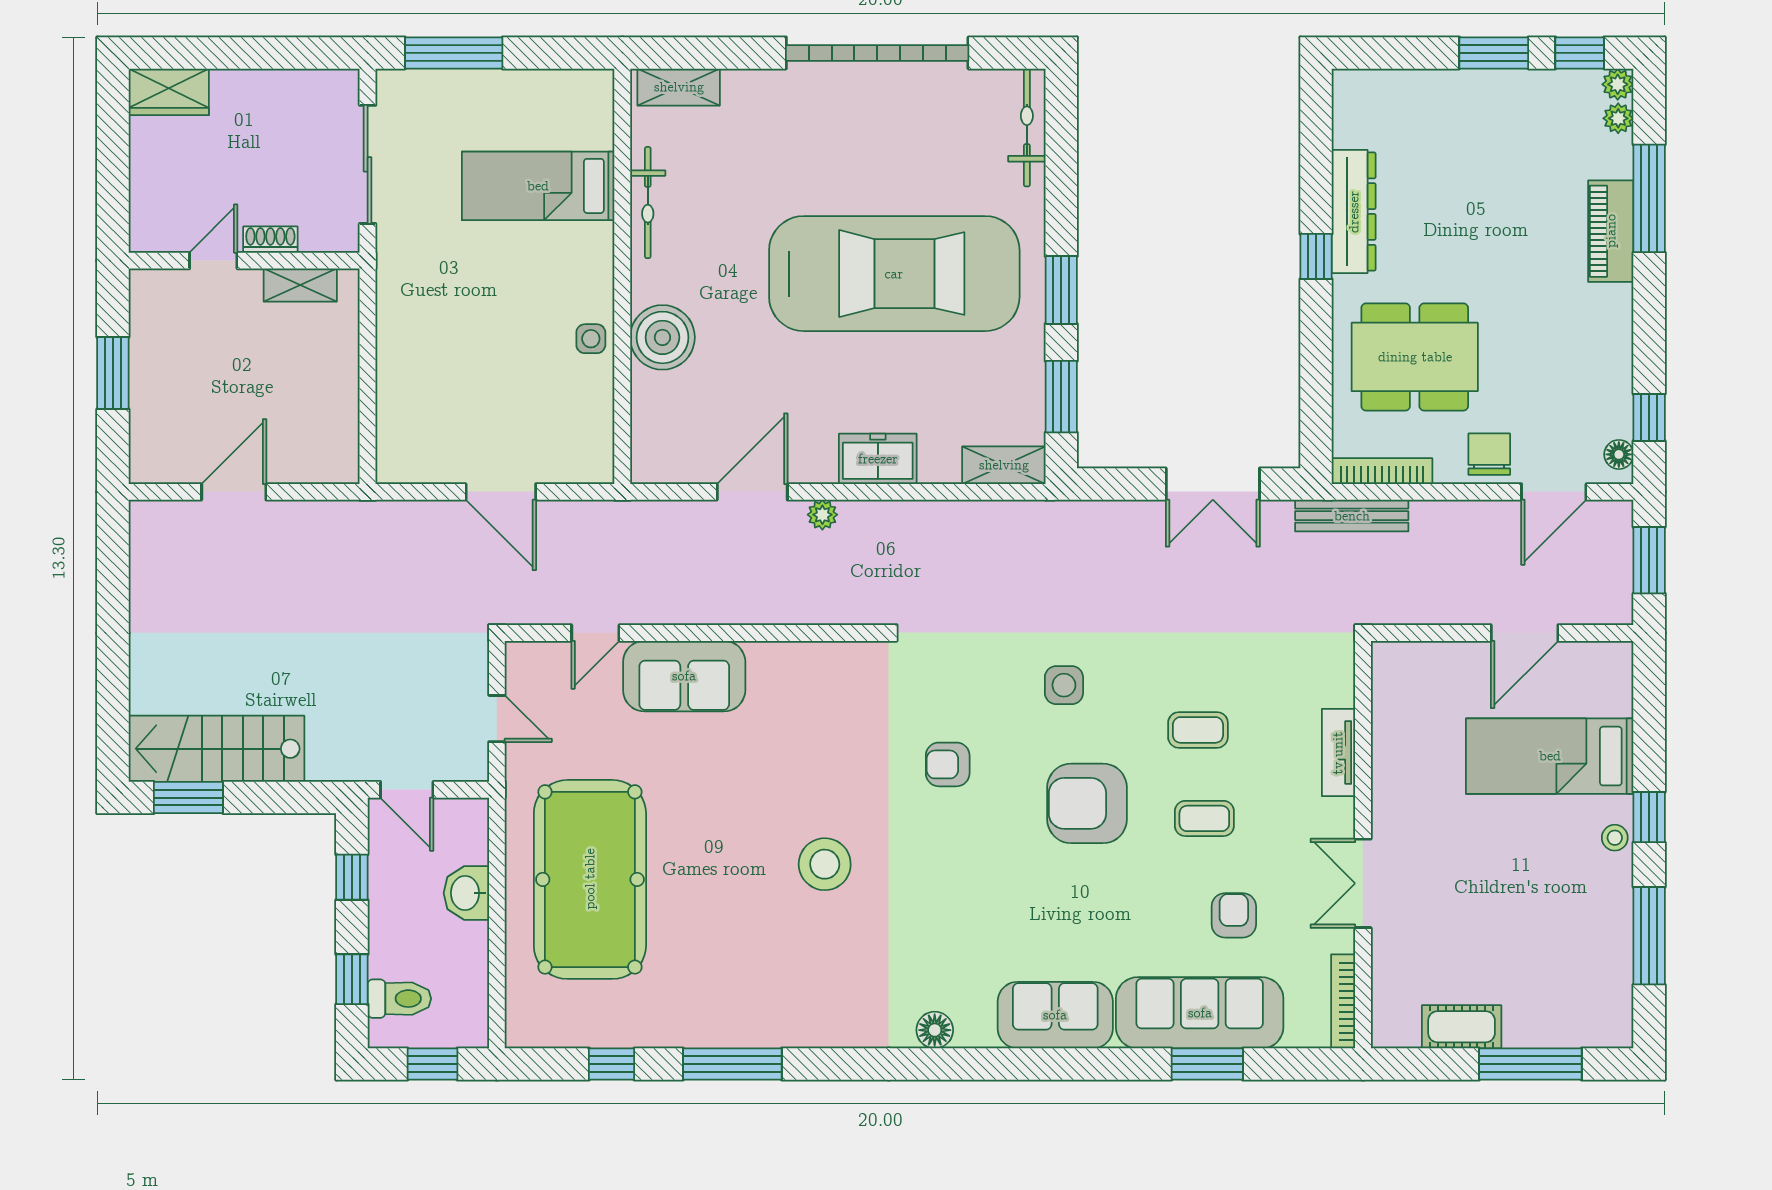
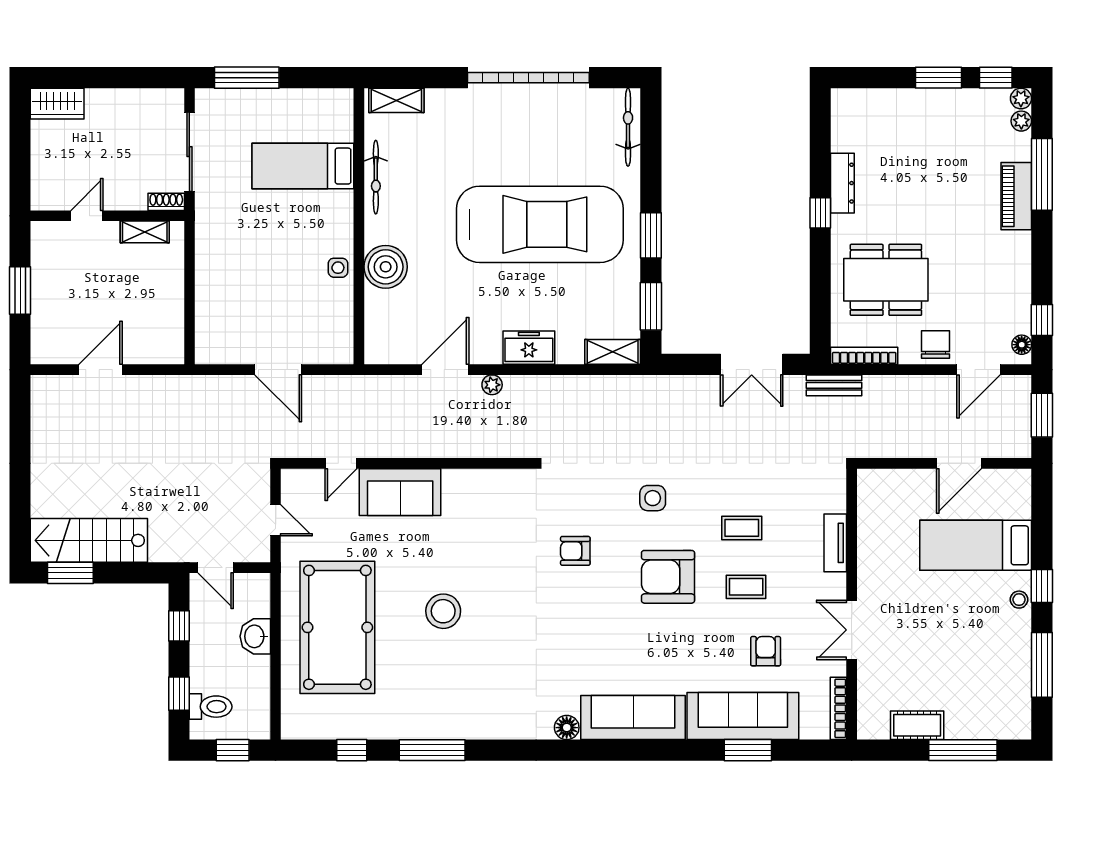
dresser: (1354, 212) -> (842, 183), width x0.73, depth x0.80
shoe rack: (270, 240) -> (166, 202), moved
bench: (1352, 516) -> (834, 385), width x0.73
stool: (825, 864) -> (443, 611), moved
sofa: (1055, 1015) -> (633, 718), width x1.36

